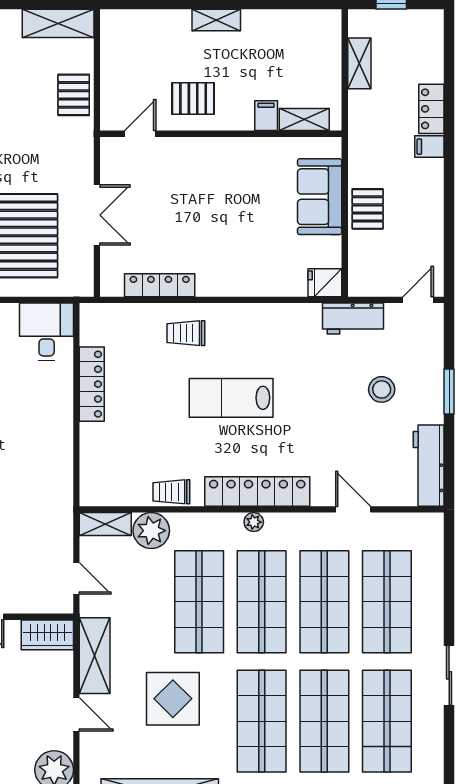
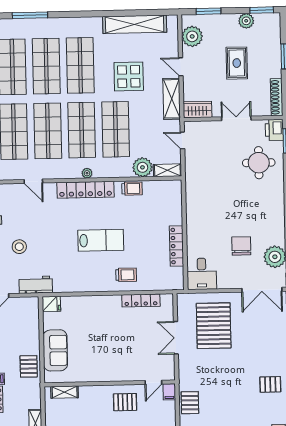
filing cabinet: (266, 116) -> (169, 392), moved
pallet: (368, 209) -> (29, 366), moved

